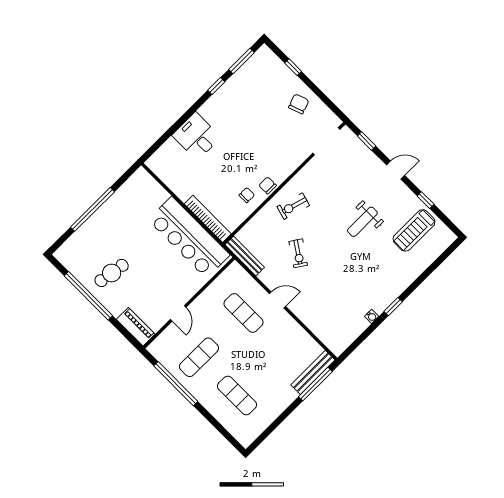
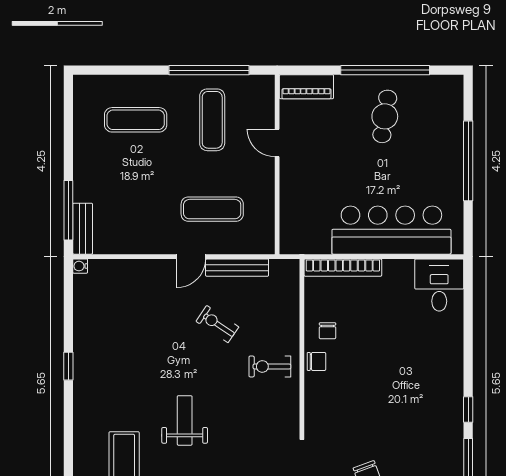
desk: (196, 136) -> (439, 285), moved, turned -90
exercise bike: (293, 206) -> (270, 366), turned -106
bar counter: (189, 237) -> (391, 230), moved
bench: (245, 256) -> (237, 268), moved
water cooler: (372, 316) -> (80, 266), moved
bench: (313, 372) -> (83, 229), width x0.73

